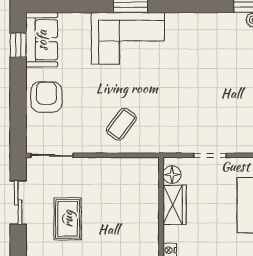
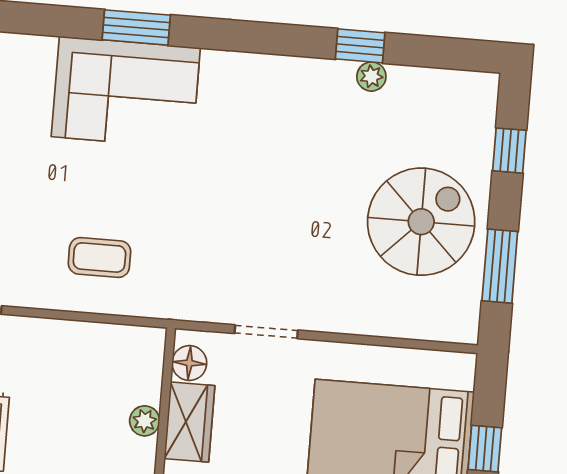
coffee table: (121, 124) -> (99, 257), turned 53
plant: (151, 206) -> (145, 421), added

